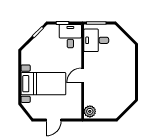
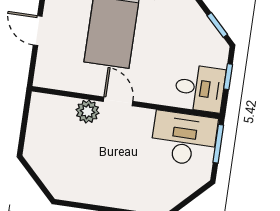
desk: (96, 40) -> (184, 139), width x1.37
plant: (90, 111) -> (88, 111), moved

